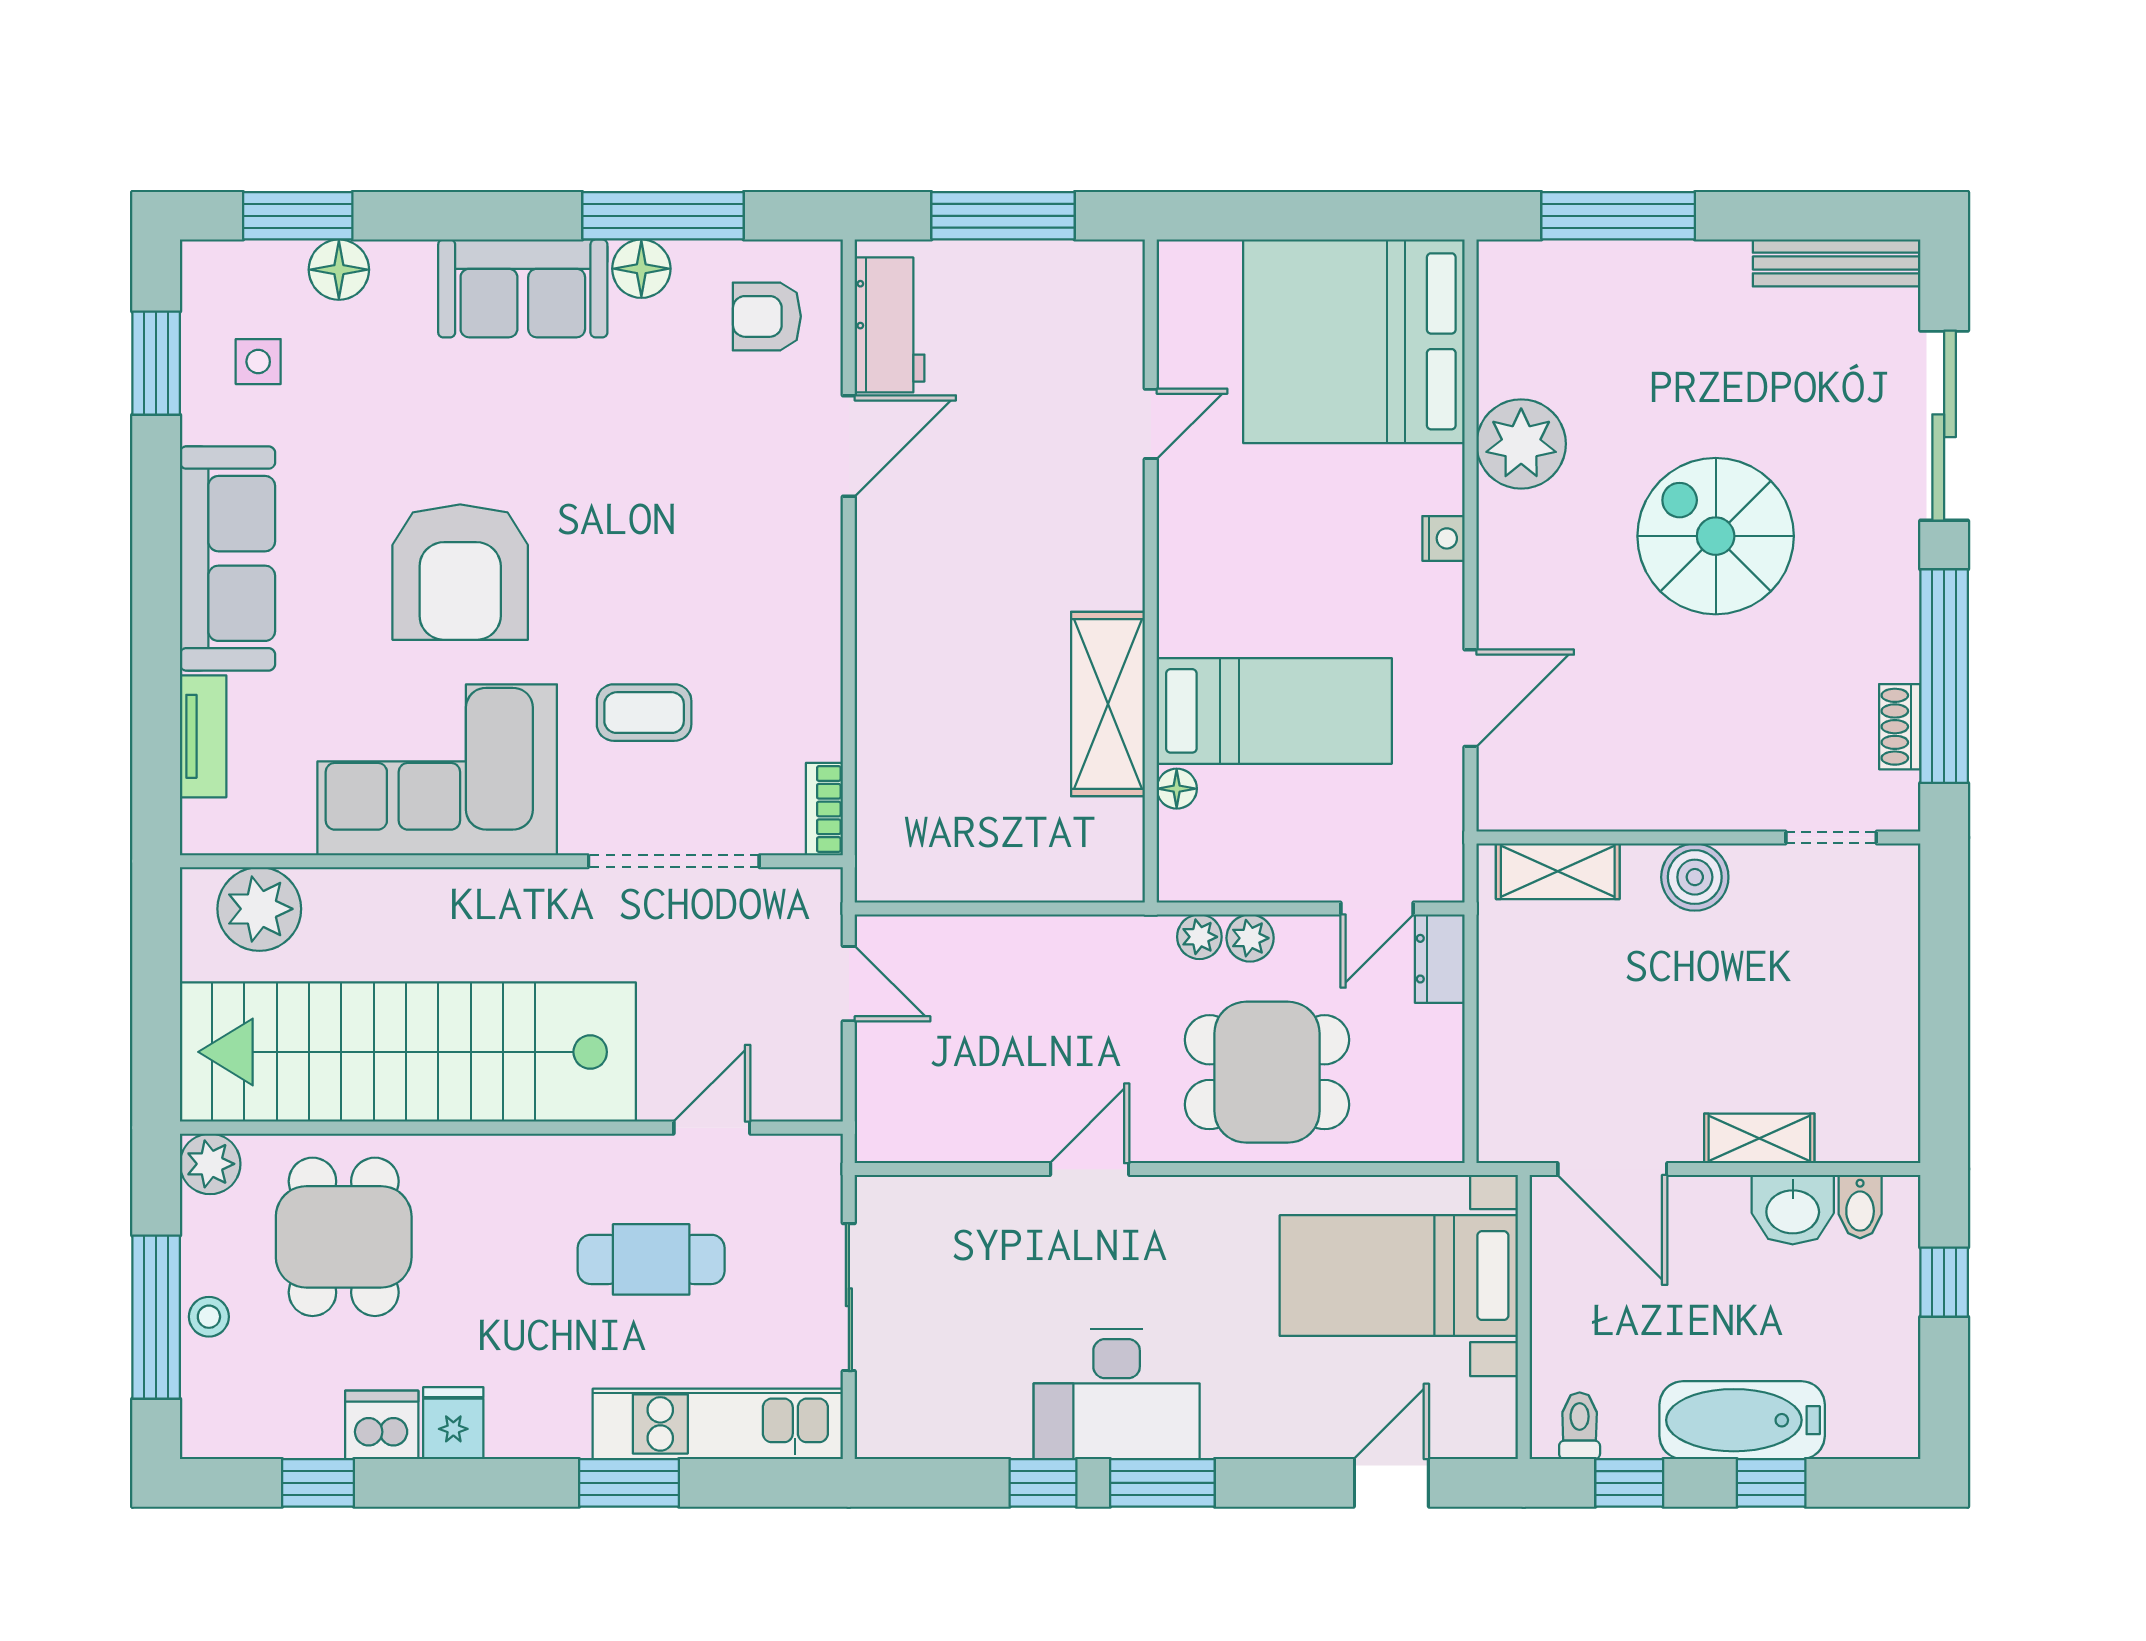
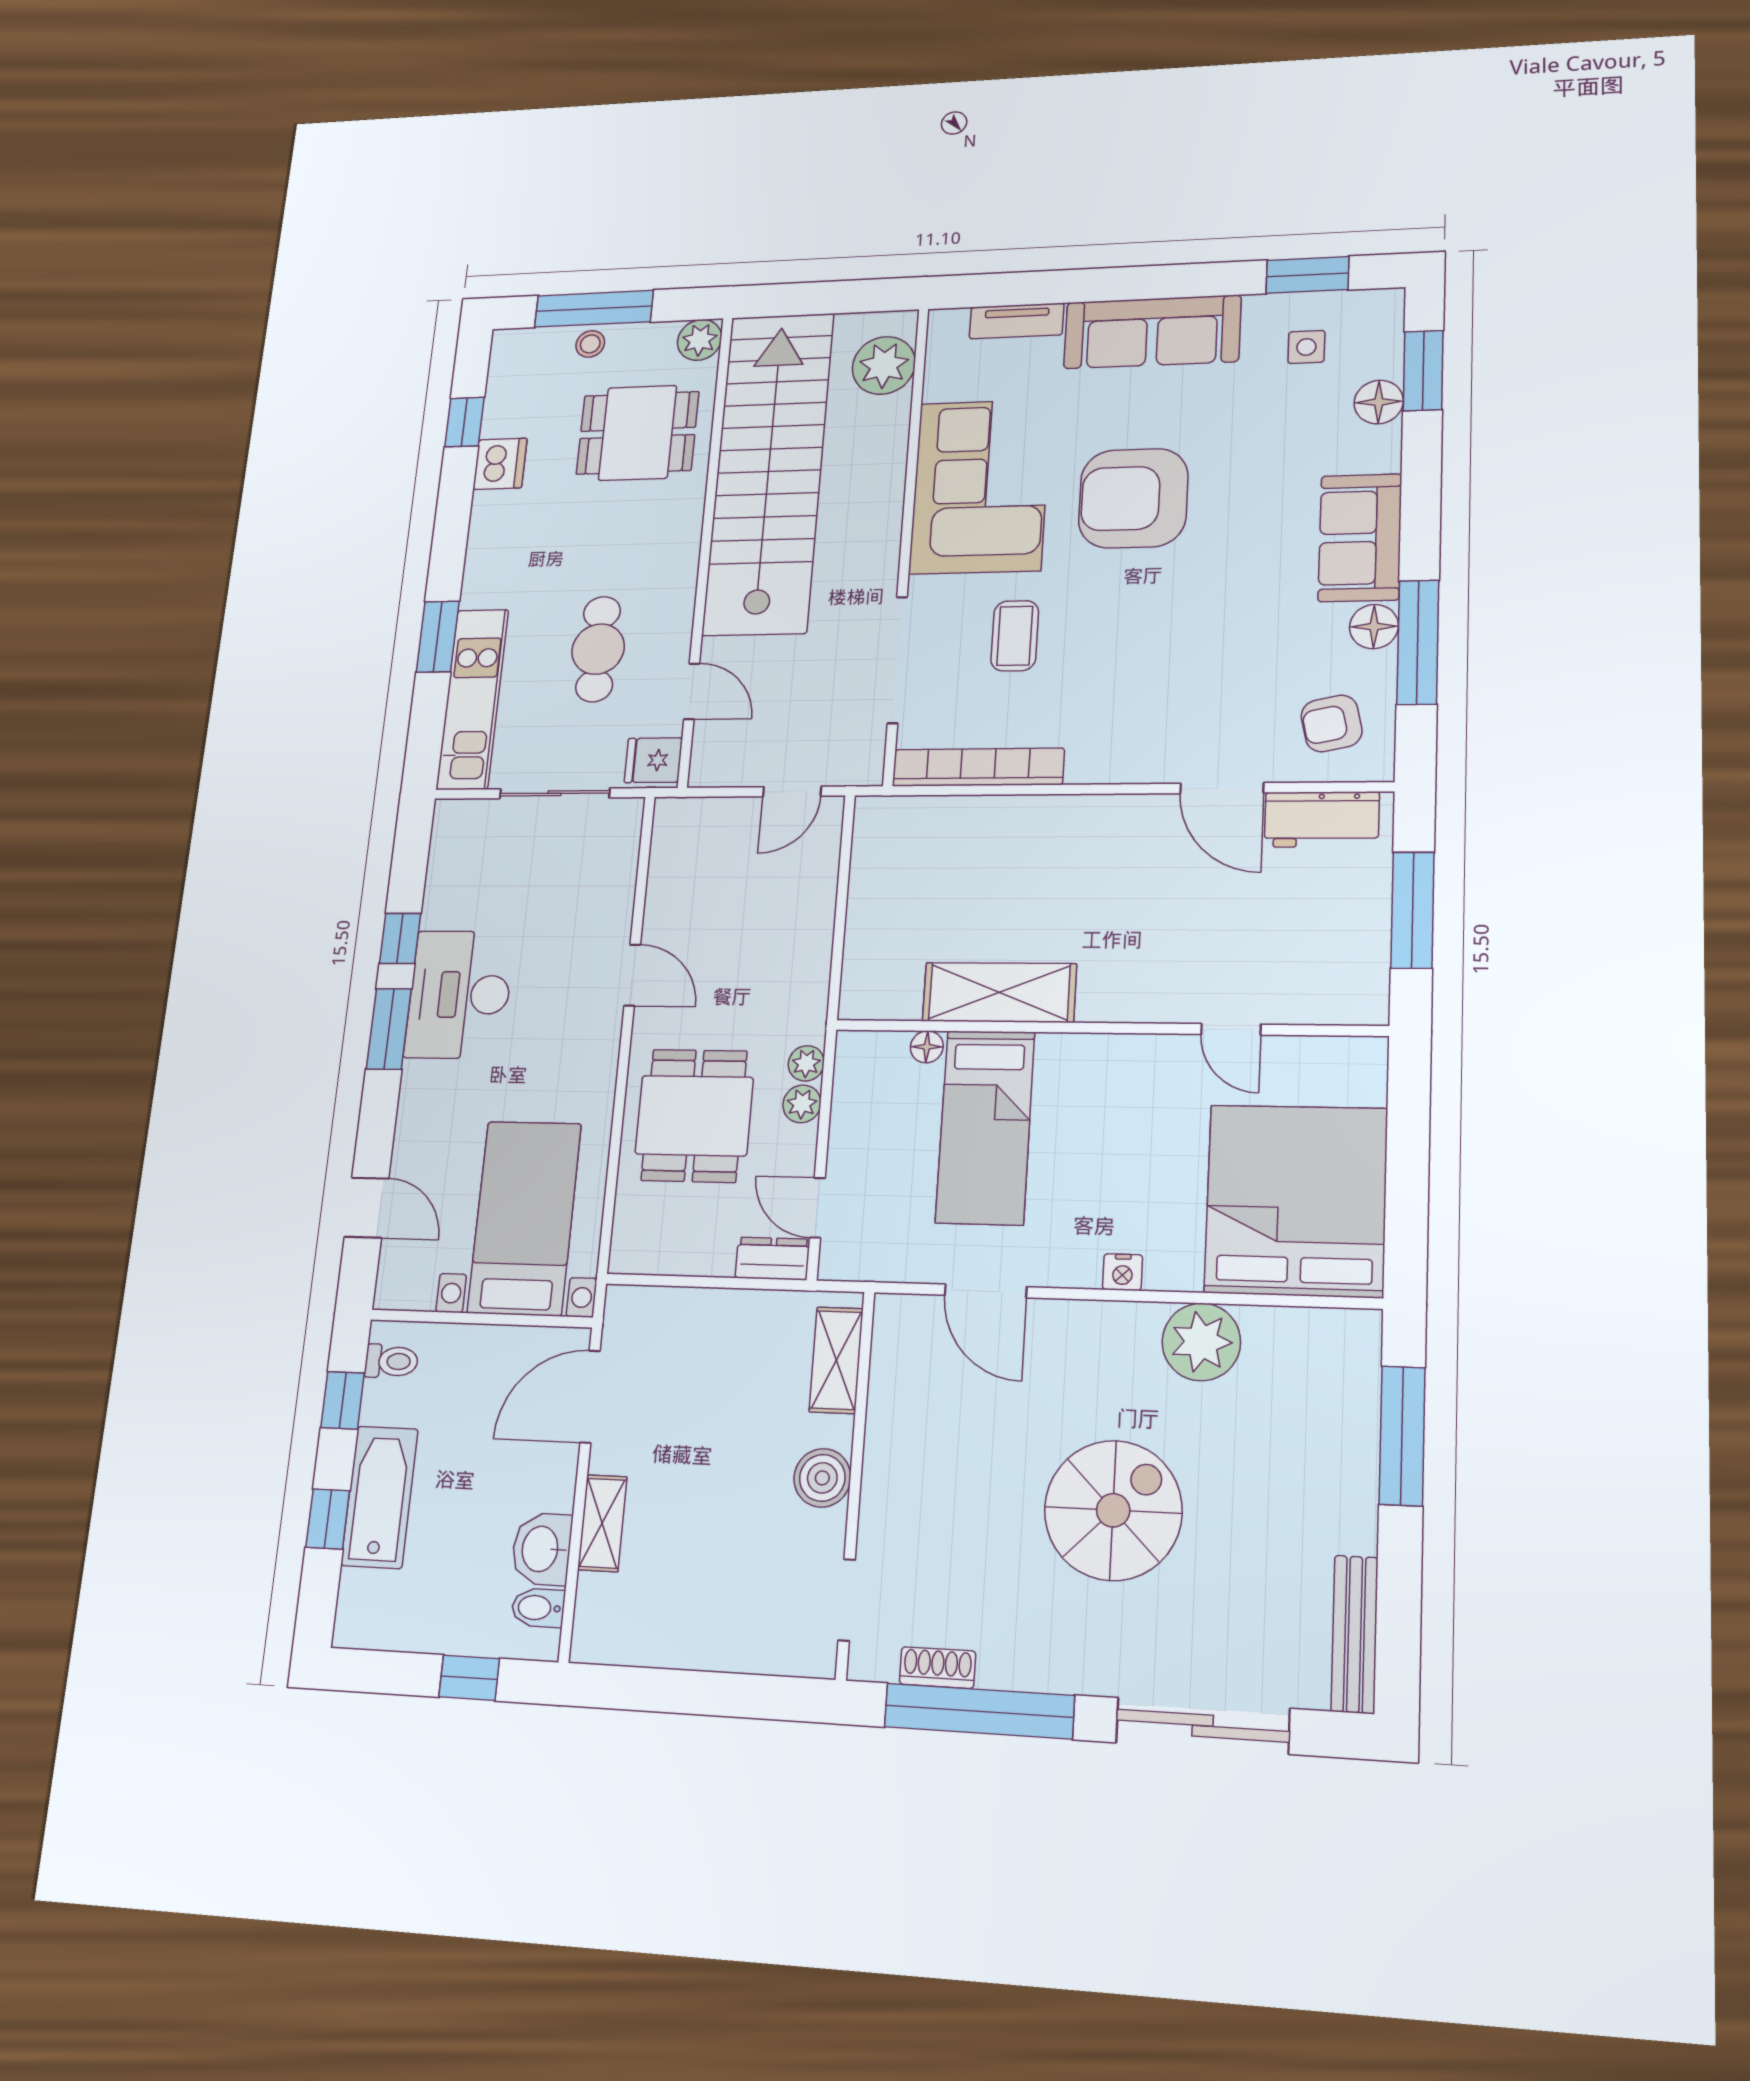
armchair: (767, 316) -> (1332, 723), turned -102
bookcase: (824, 809) -> (978, 767), width x2.31, depth x1.31
fridge: (453, 1423) -> (653, 760), moved, turned 180

